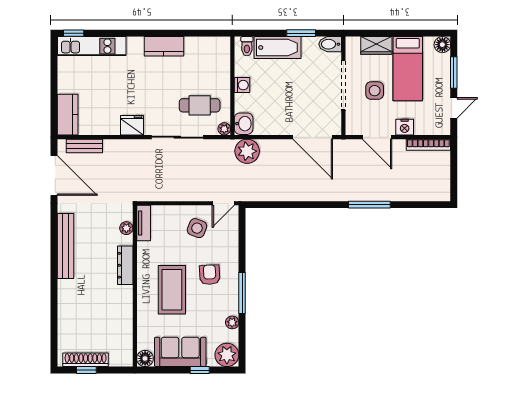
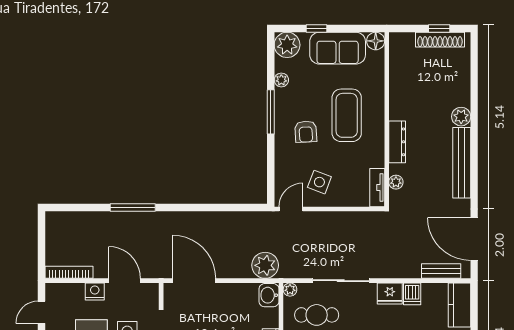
dishwasher: (111, 125) -> (412, 294), added
plant: (66, 289) -> (461, 117), added

